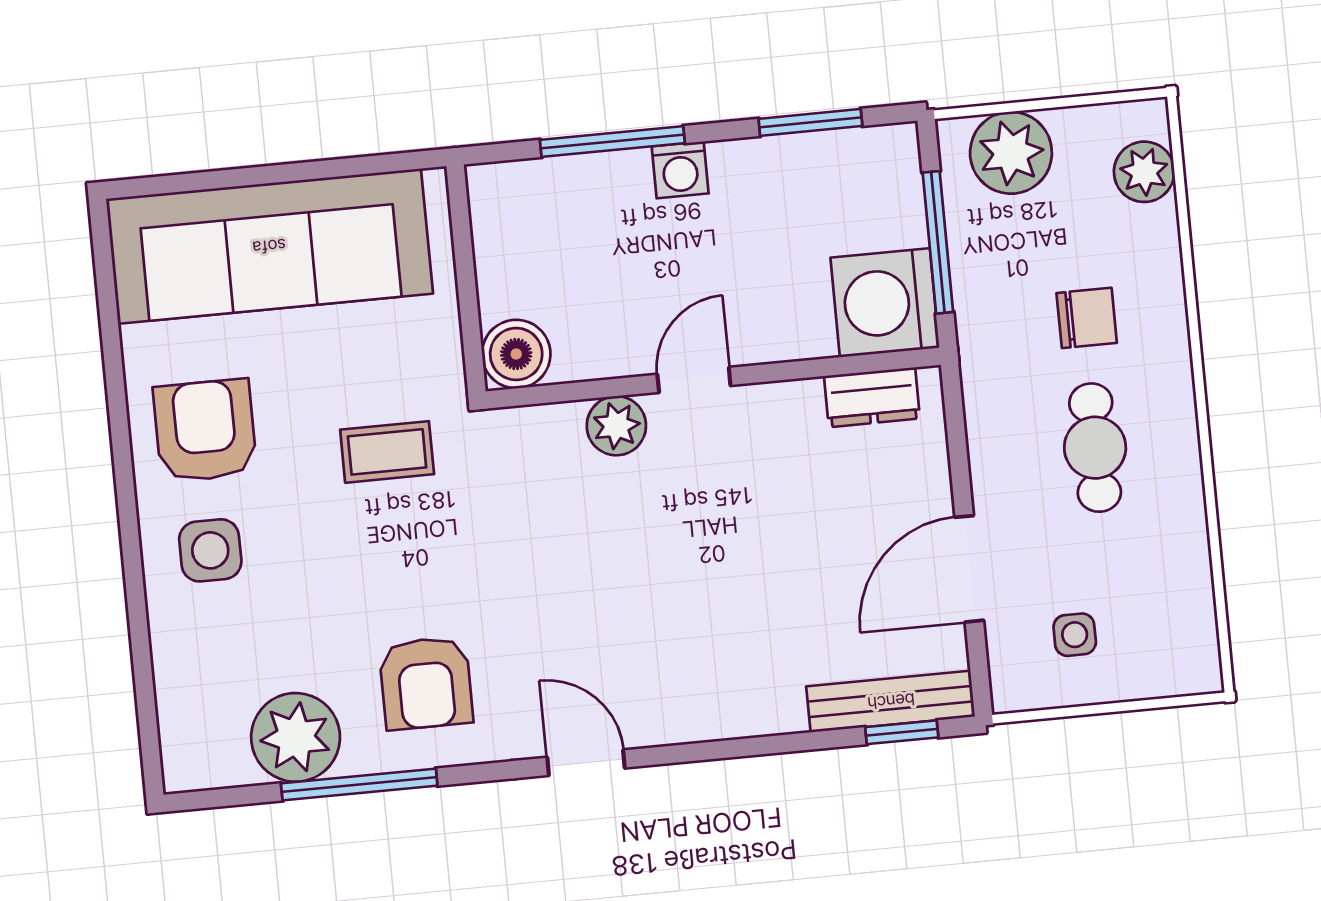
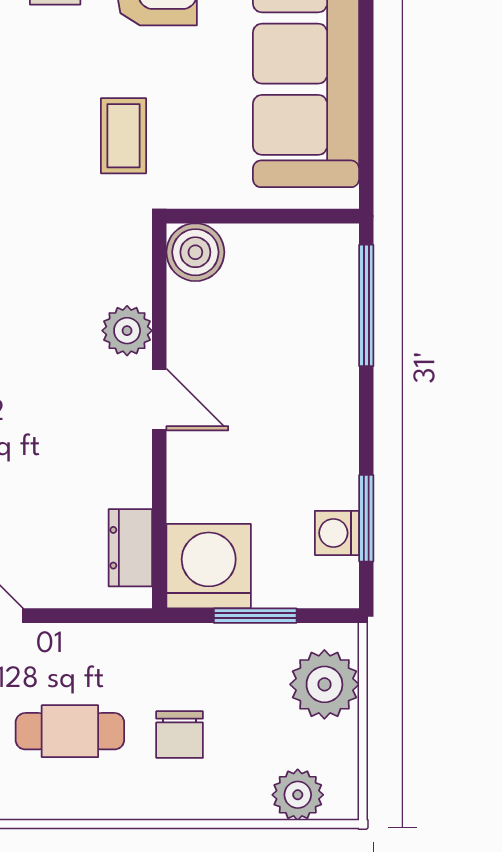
window: (612, 141) -> (366, 305), moved
washing machine: (680, 170) -> (337, 533), moved
window: (938, 242) -> (255, 616), width x0.69

